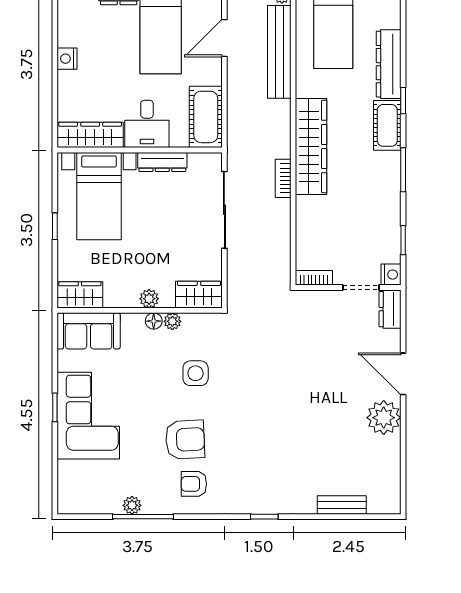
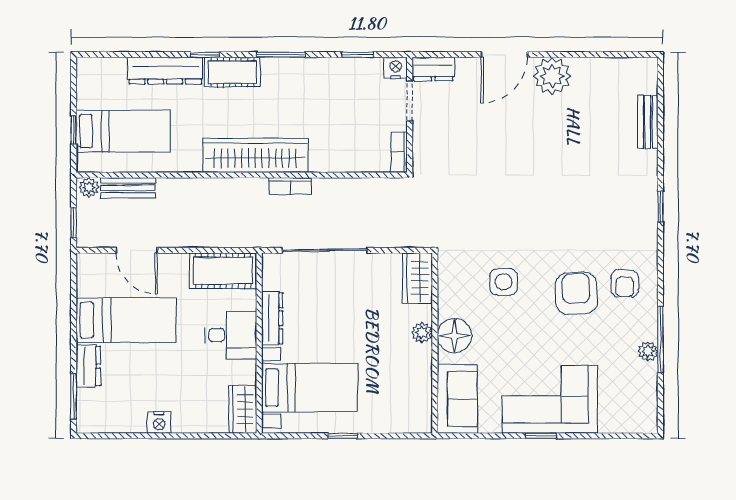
bench: (279, 52) -> (128, 188), width x0.54, depth x0.82
wardrobe: (90, 135) -> (243, 409), width x0.67
wardrobe: (80, 295) -> (418, 408), removed
floor lamp: (154, 321) -> (454, 336), width x1.89, depth x1.89
plant: (172, 321) -> (447, 307), removed

